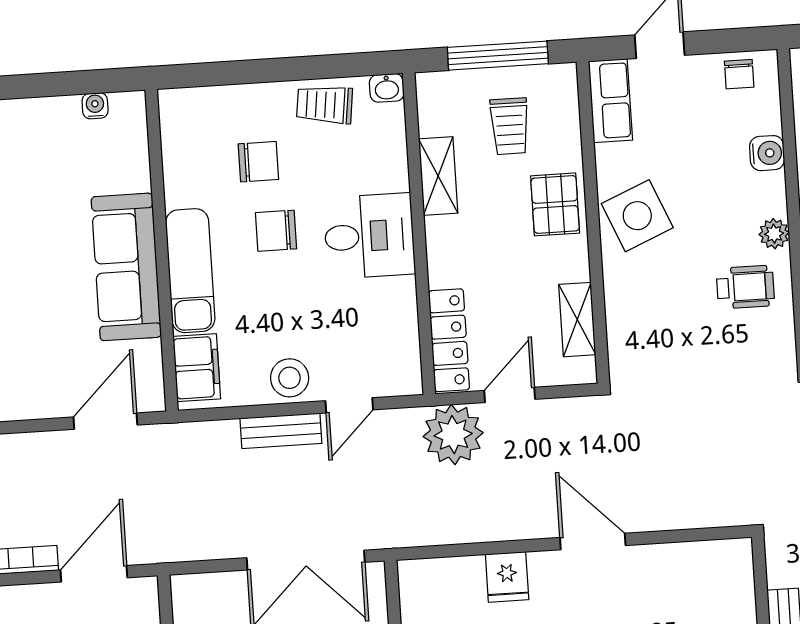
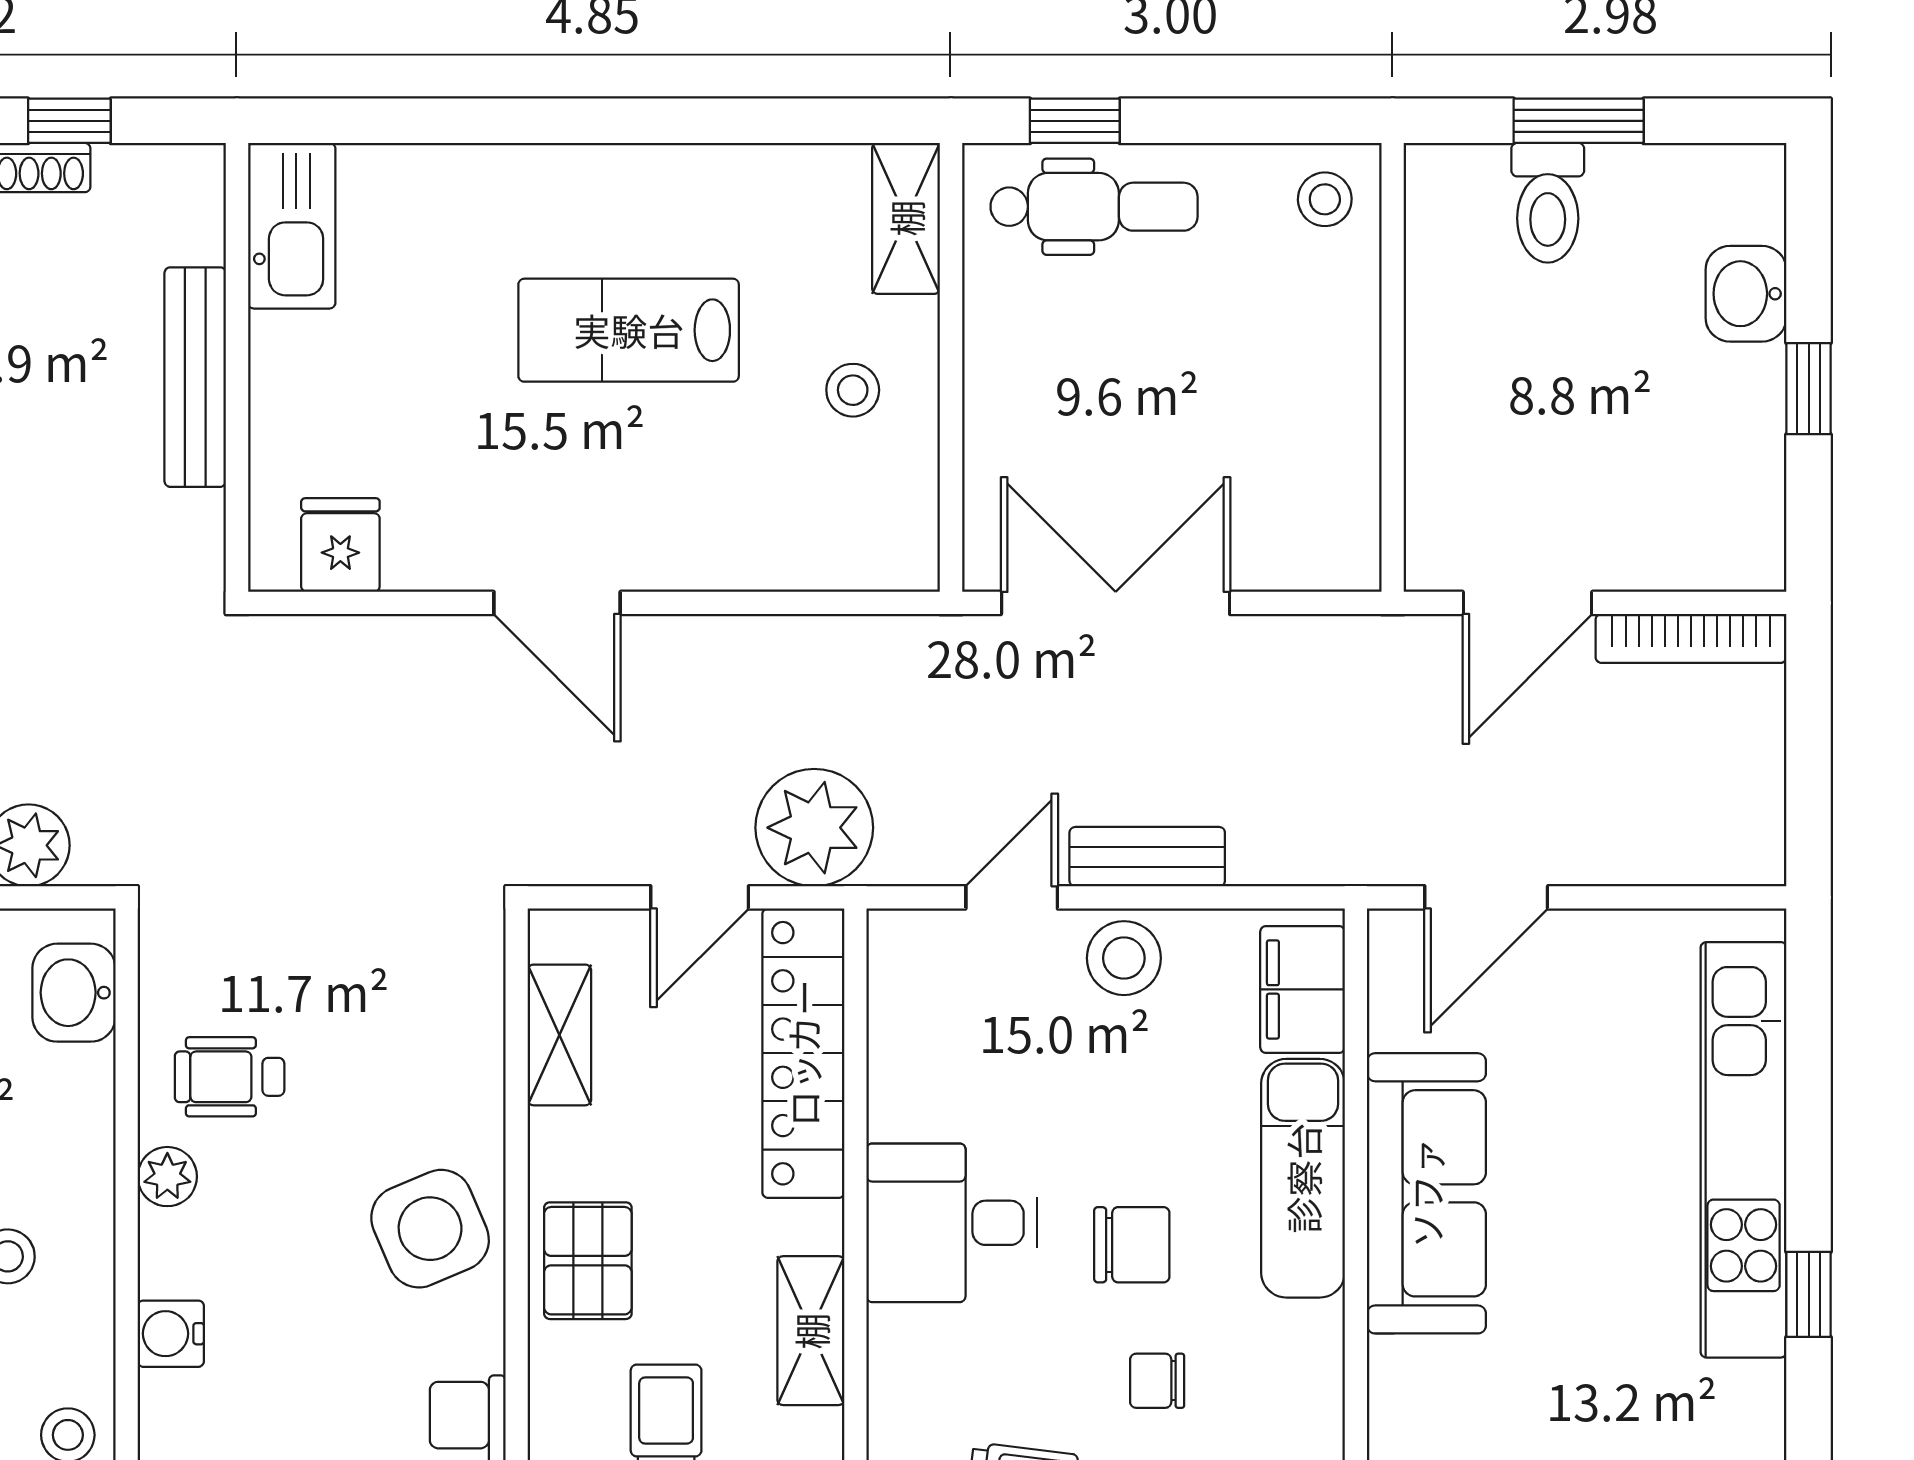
chair: (258, 162) -> (1157, 1381), width x0.73, depth x0.73
locker: (449, 340) -> (803, 1053), width x1.41, depth x1.21
fridge: (507, 577) -> (340, 545), moved

